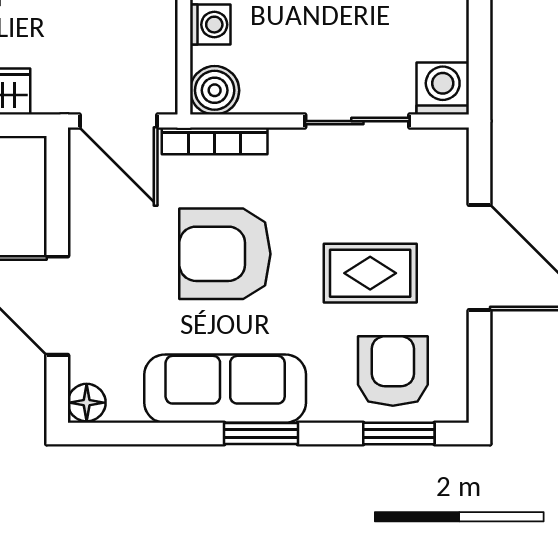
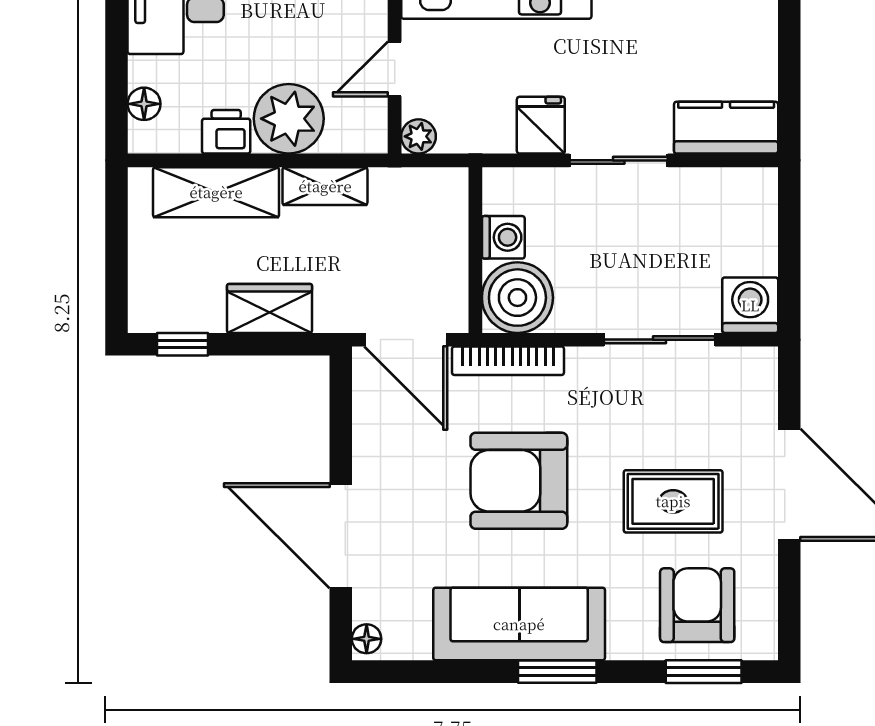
boiler: (215, 90) -> (517, 298), width x1.37, depth x1.37
floor lamp: (87, 403) -> (367, 639), width x0.73, depth x0.73

